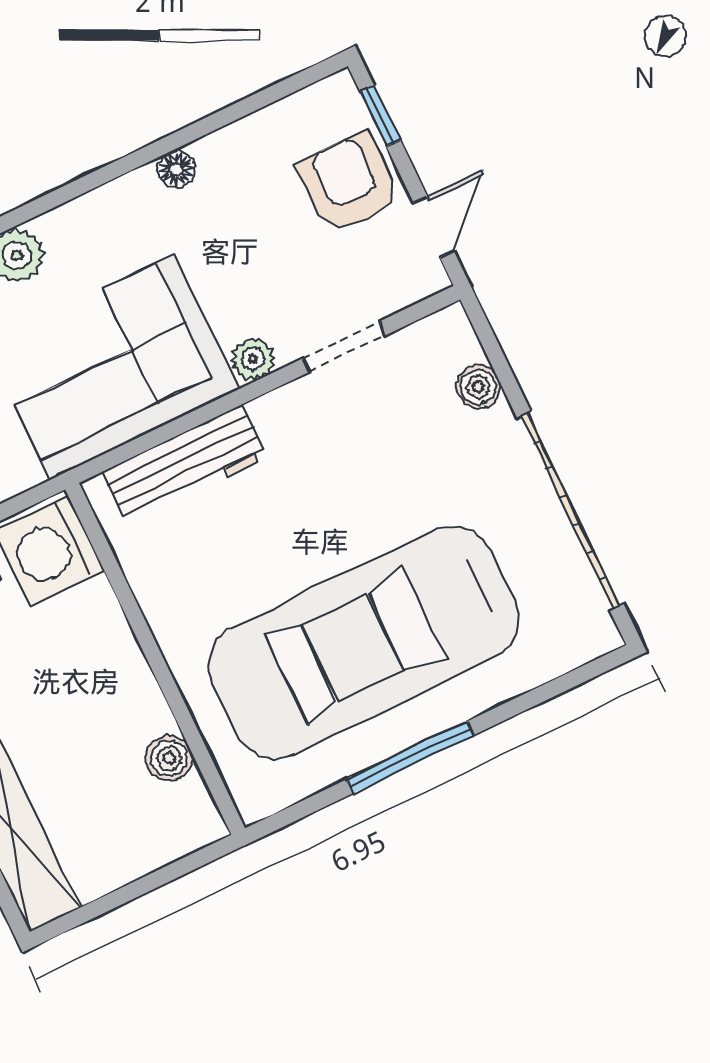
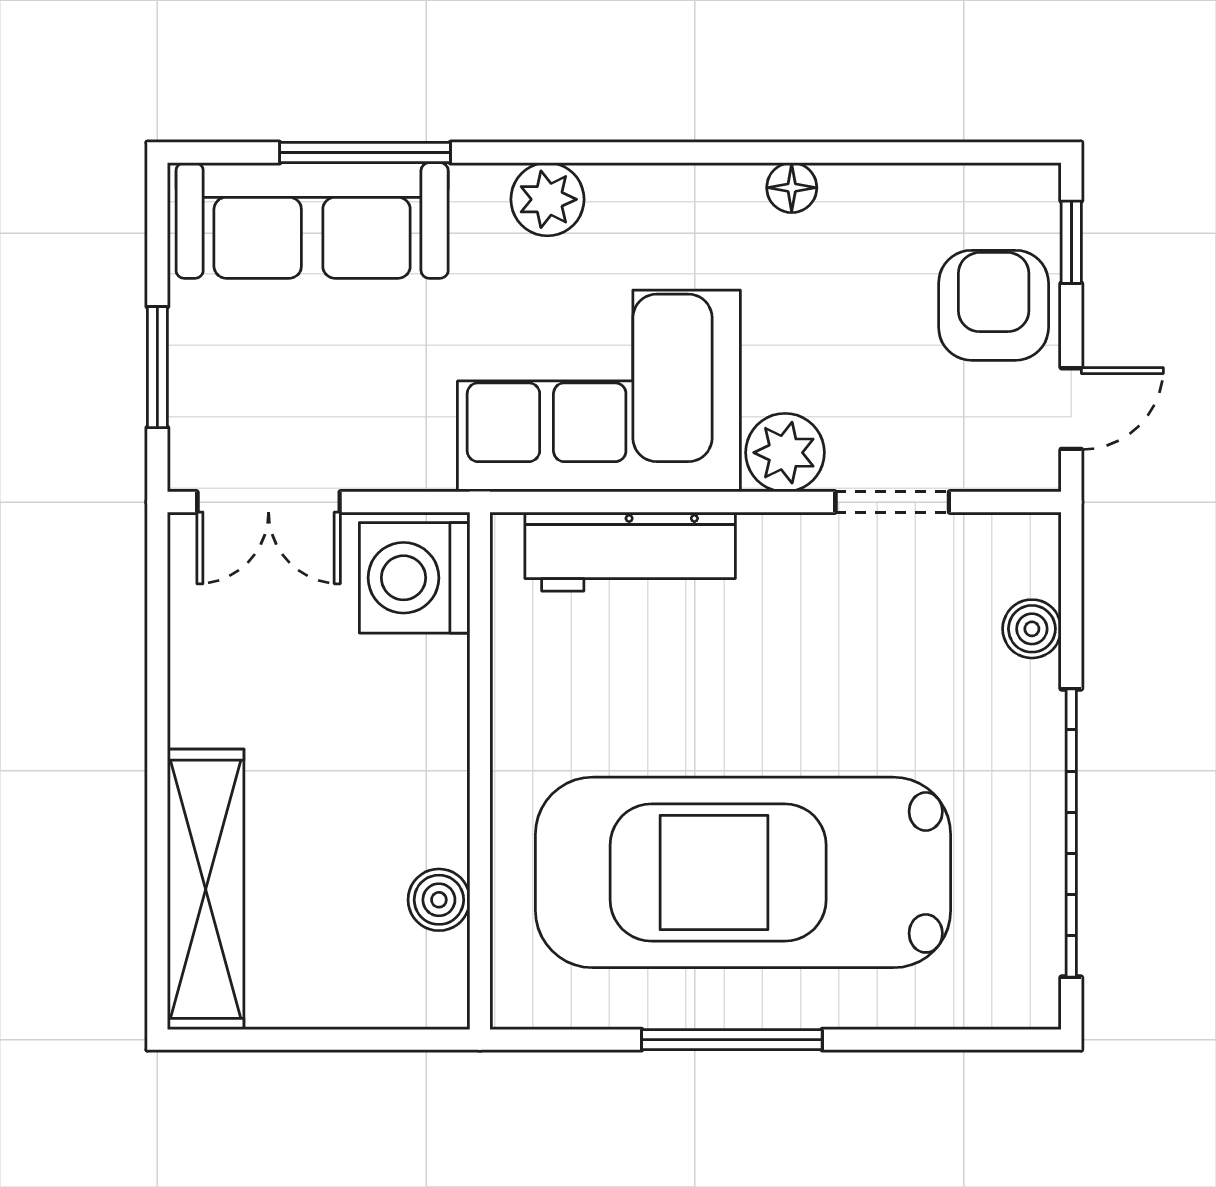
plant: (253, 359) -> (785, 453), width x1.38, depth x1.38

